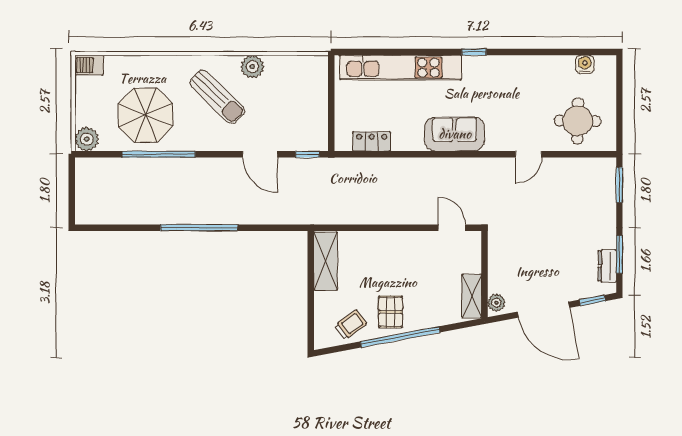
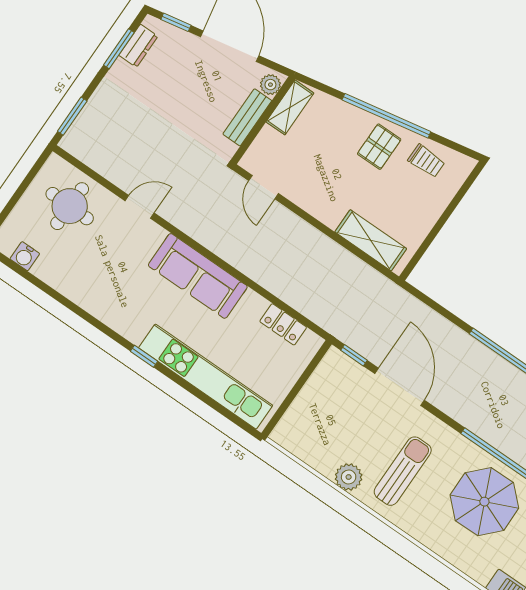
window: (474, 52) -> (144, 356), moved
sun lounger: (217, 97) -> (403, 471), turned 46
sofa: (455, 134) -> (198, 276), width x1.36
door: (260, 154) -> (400, 387), width x1.36
shelving: (326, 261) -> (371, 240), moved, turned 90
bench: (497, 269) -> (247, 117), added
trolley: (351, 325) -> (426, 161), turned -144

